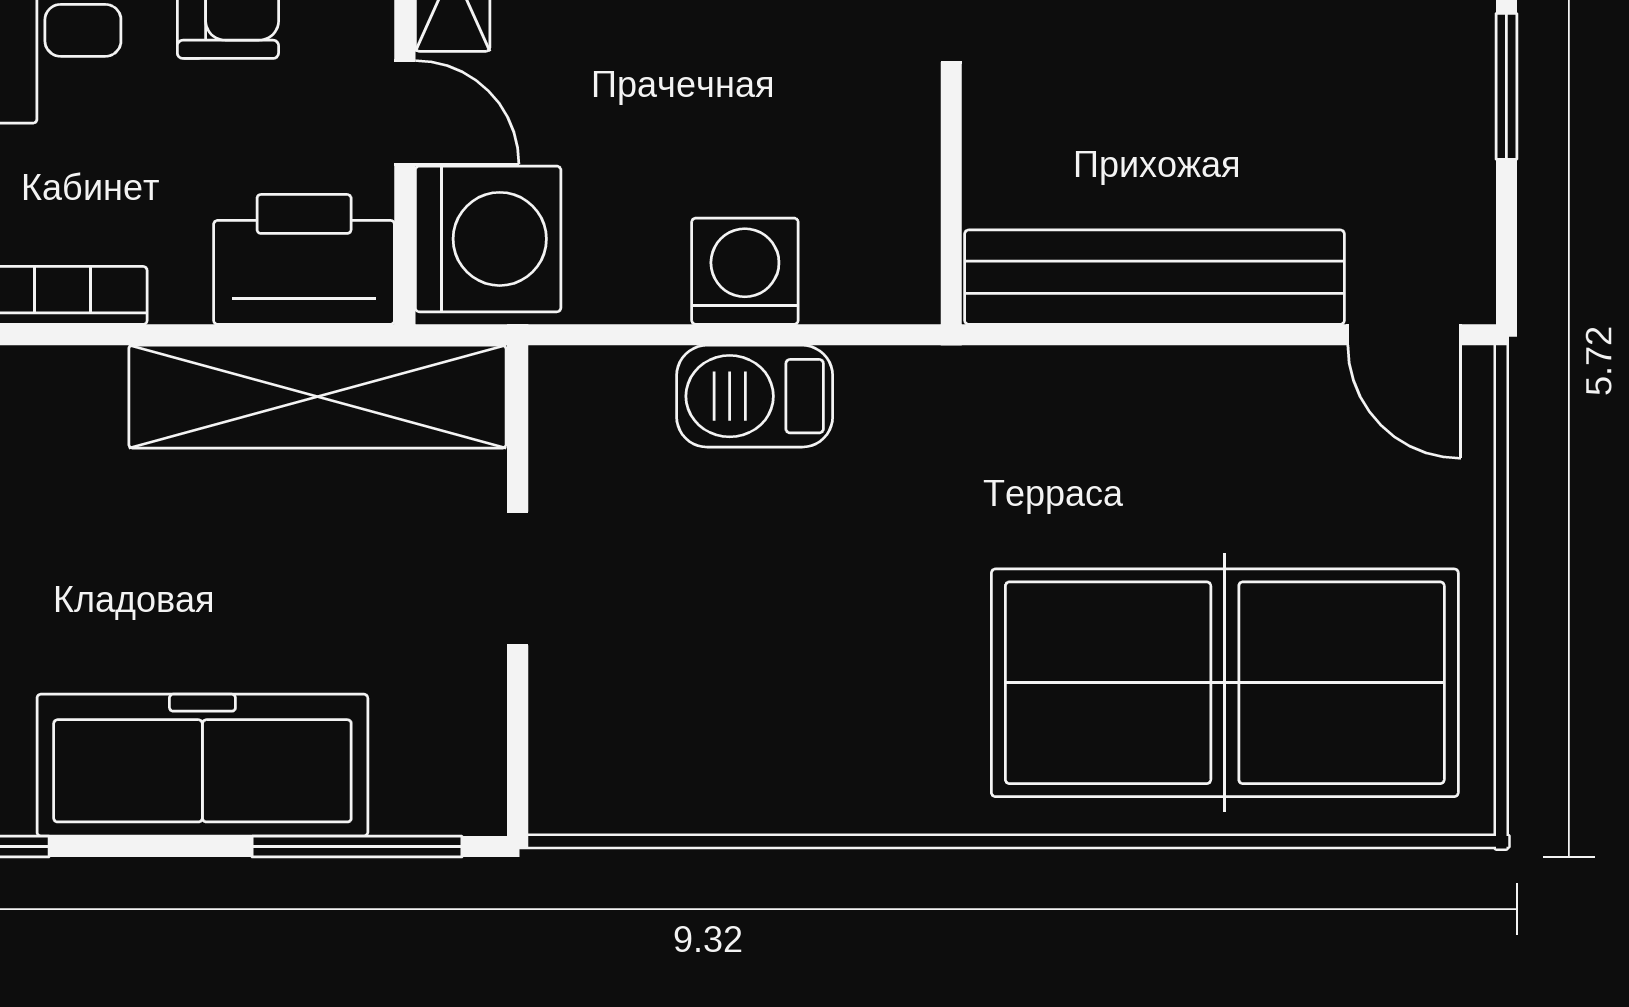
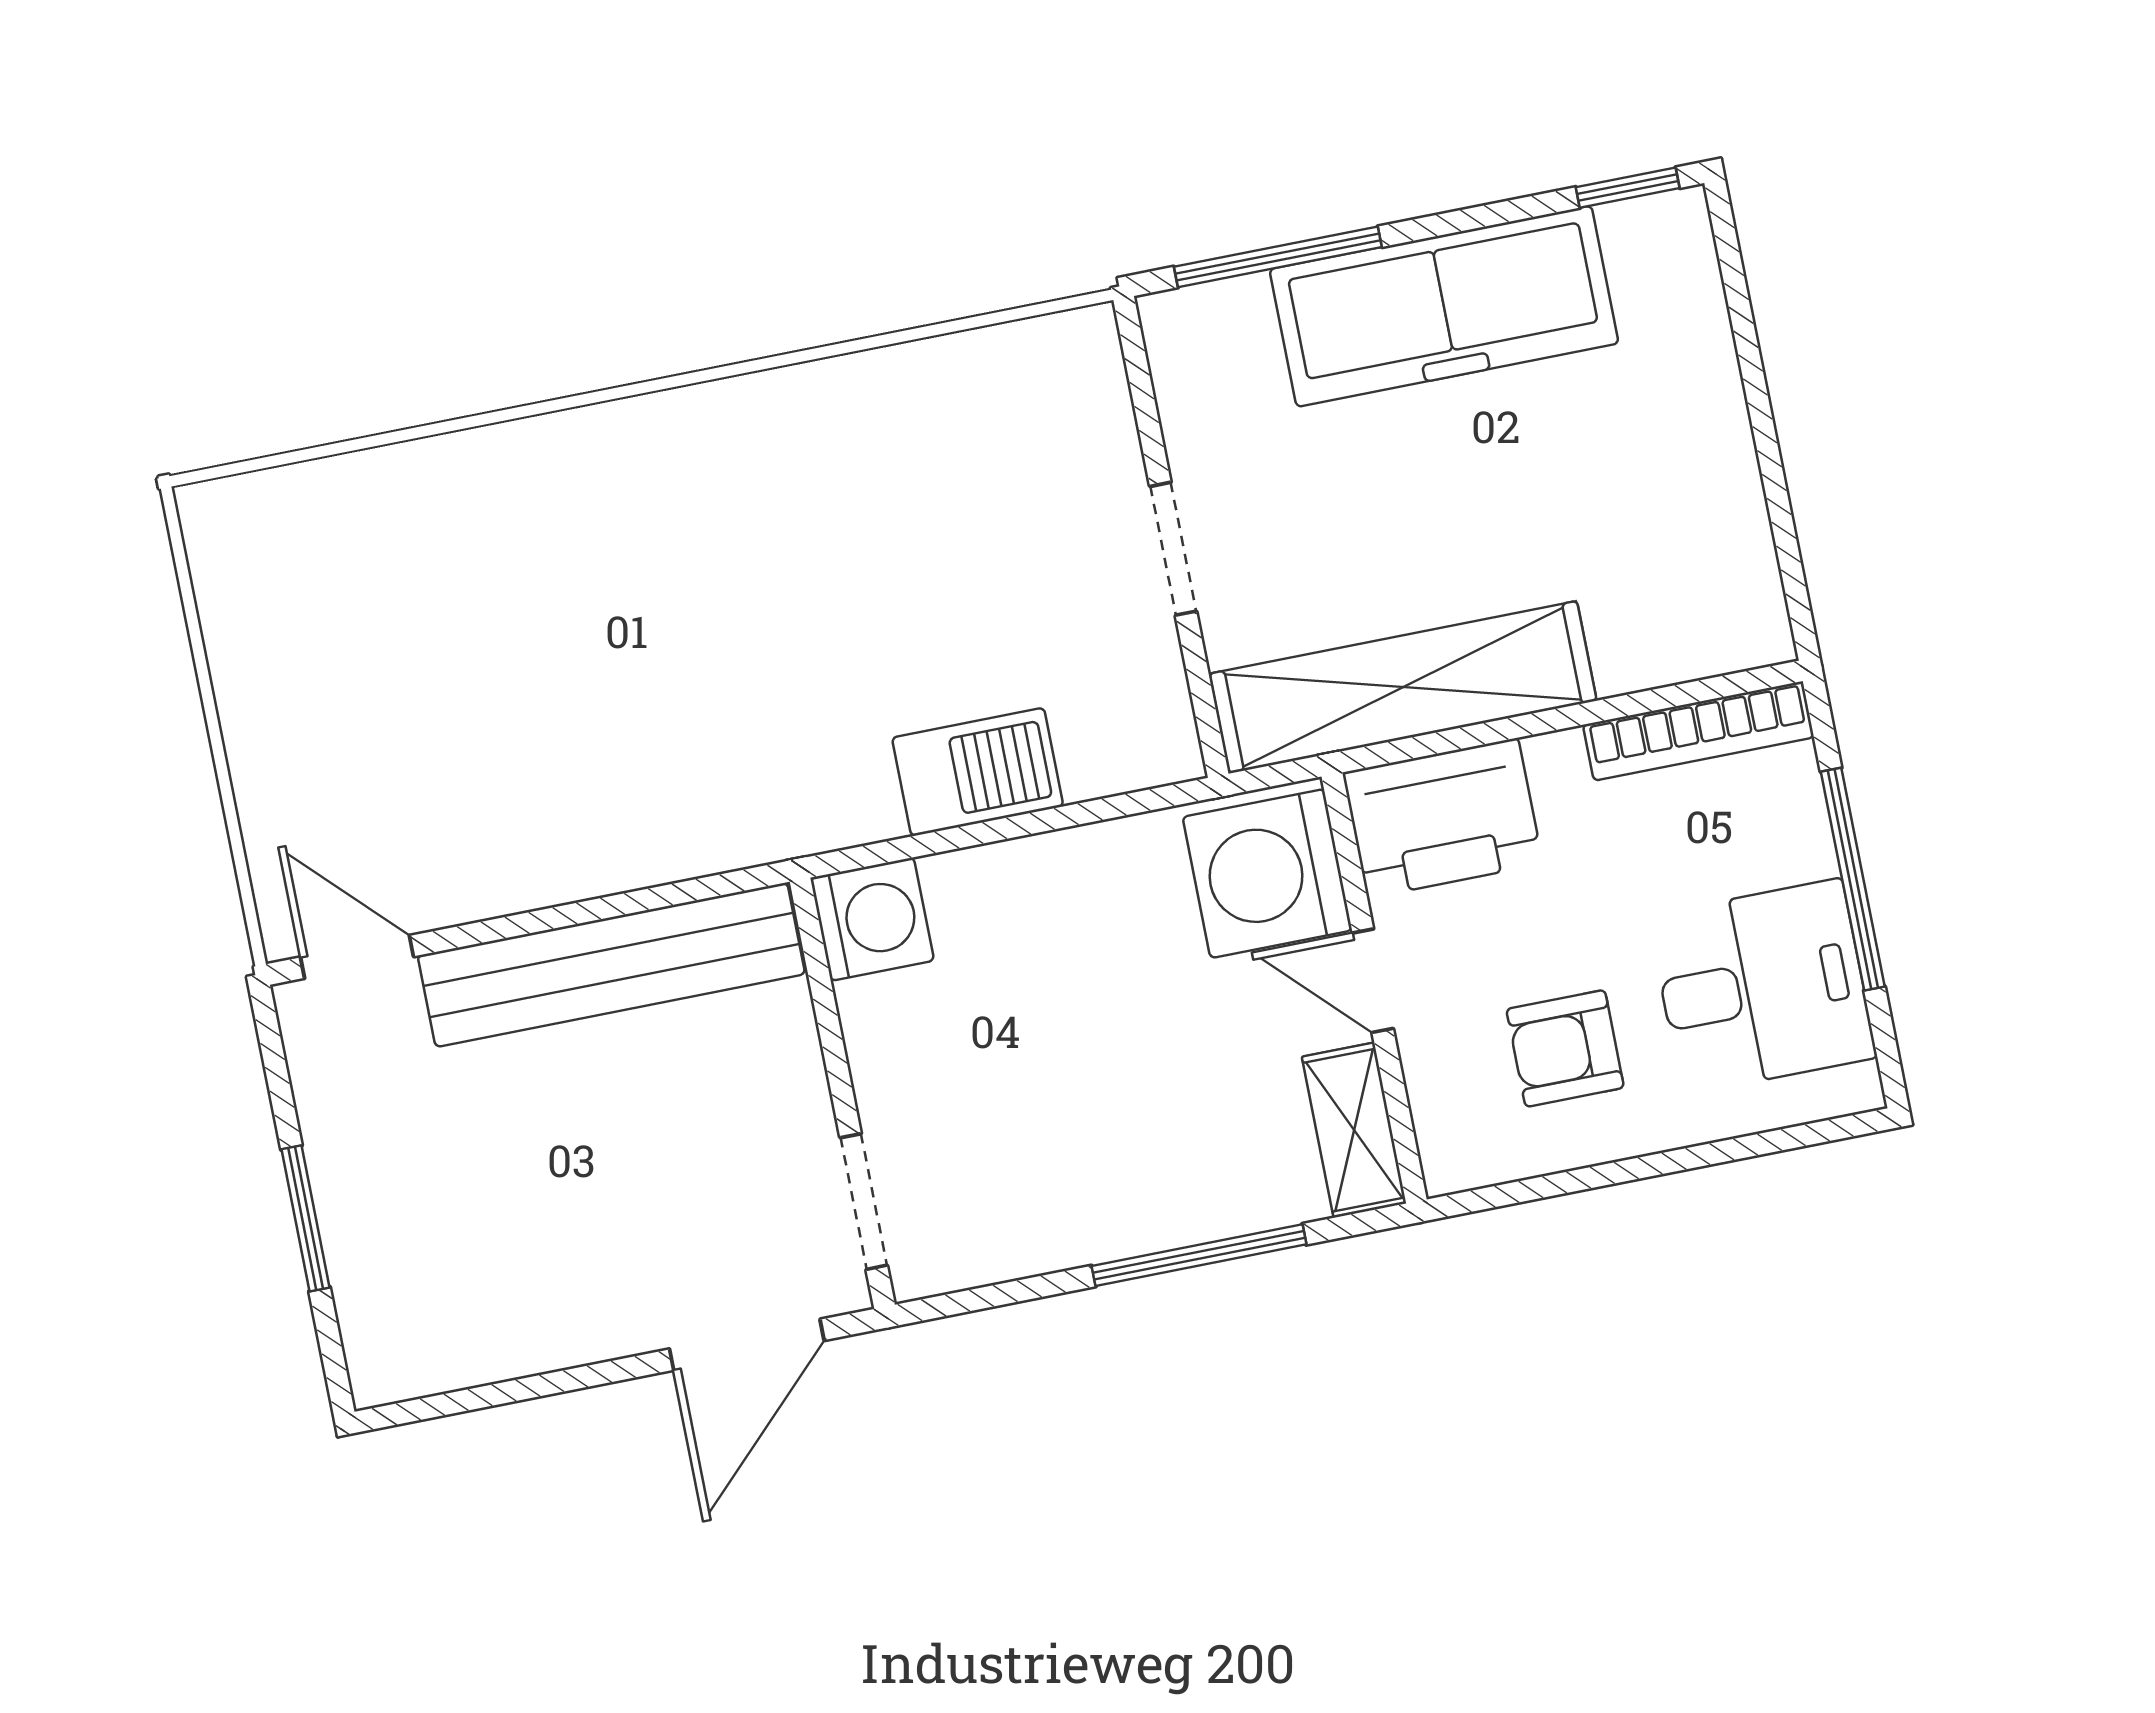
washing machine: (745, 271) -> (872, 919), moved, turned -90
table tennis table: (1225, 683) -> (465, 584), removed

